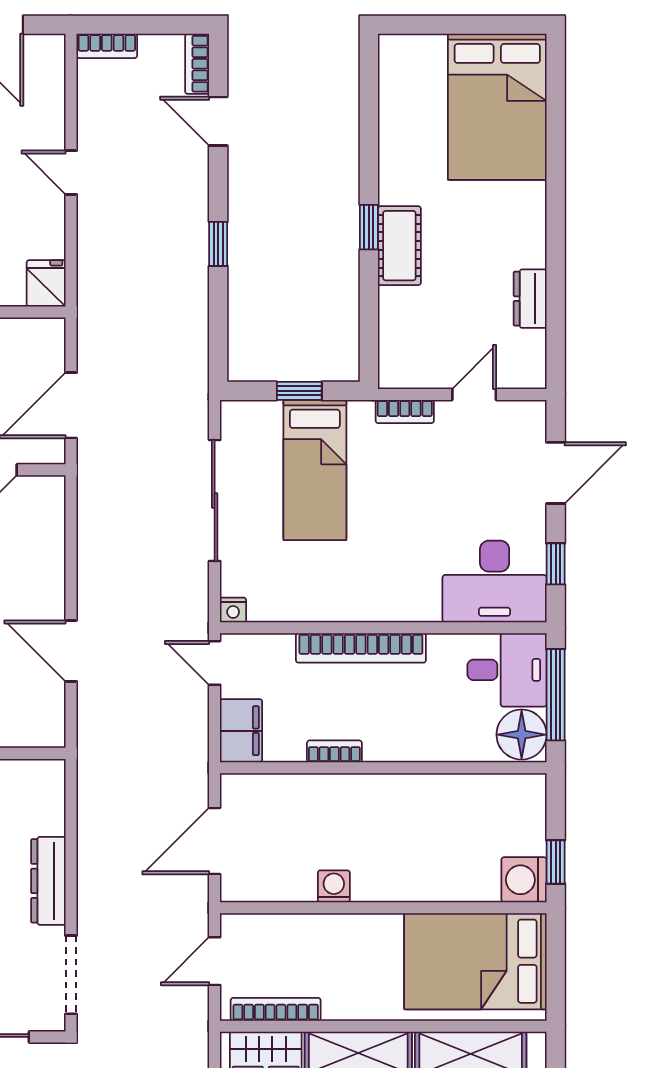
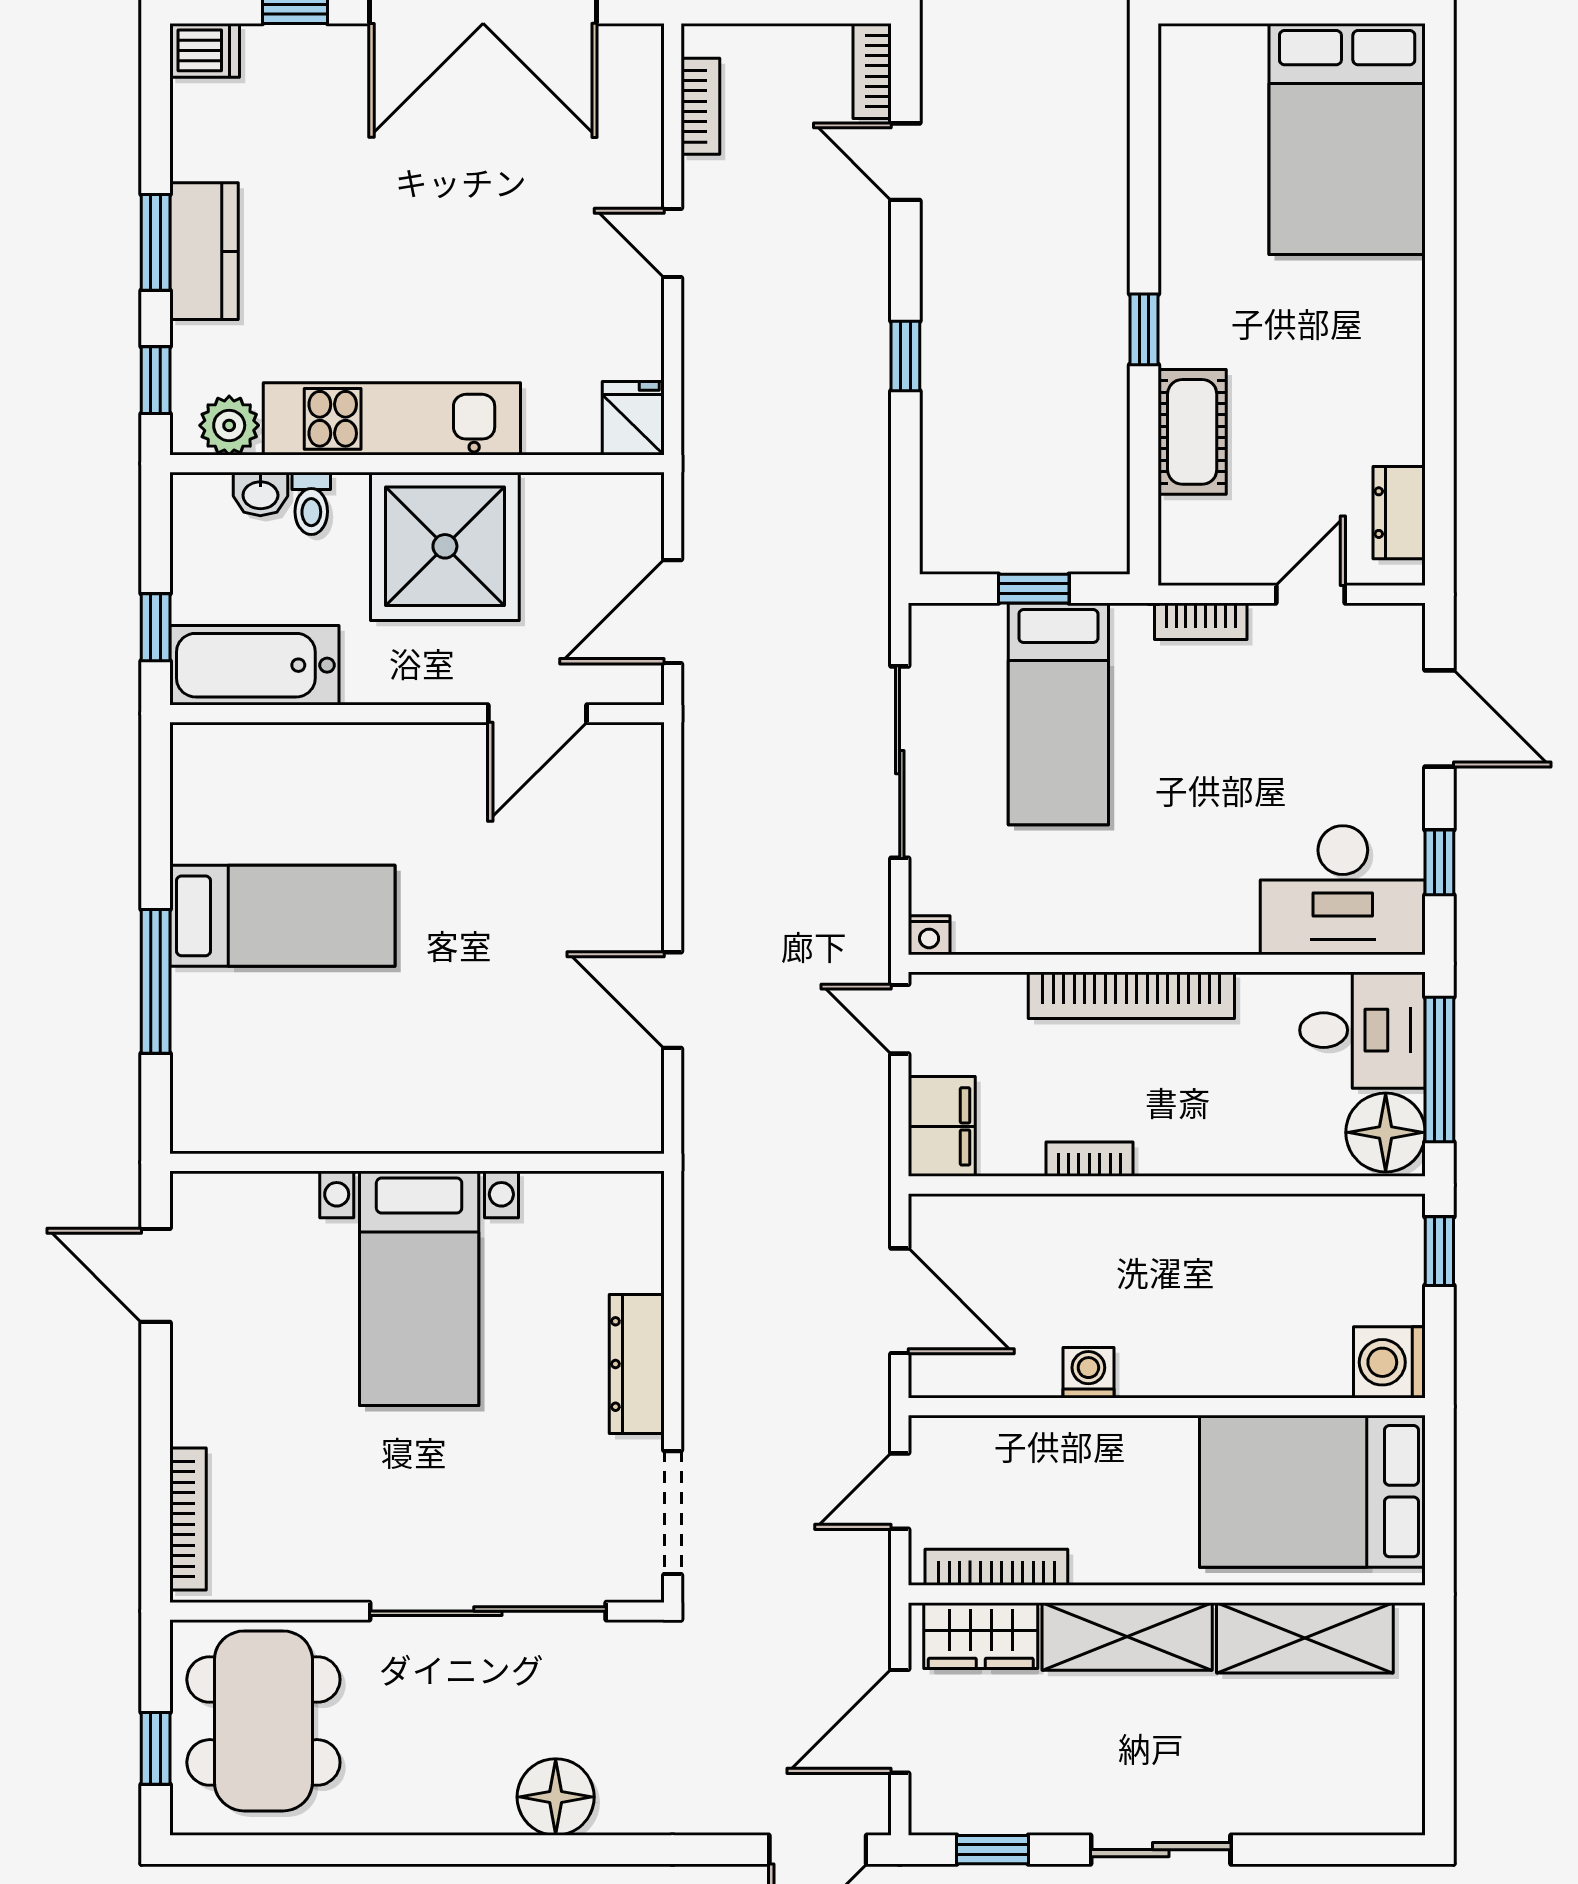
bookcase: (107, 46) -> (700, 106), moved, turned -90
cot: (399, 246) -> (1192, 432), moved
dresser: (530, 299) -> (1399, 513), moved
door: (556, 473) -> (1439, 718), hinge flipped
door: (215, 841) -> (900, 1301), swing flipped
window: (556, 862) -> (1439, 1251), moved

